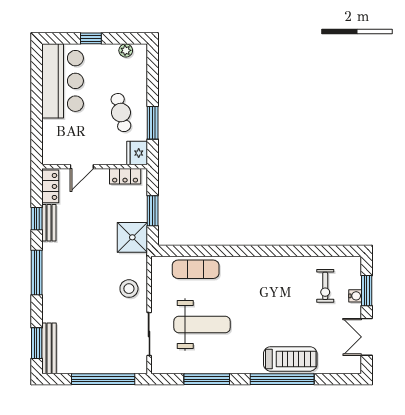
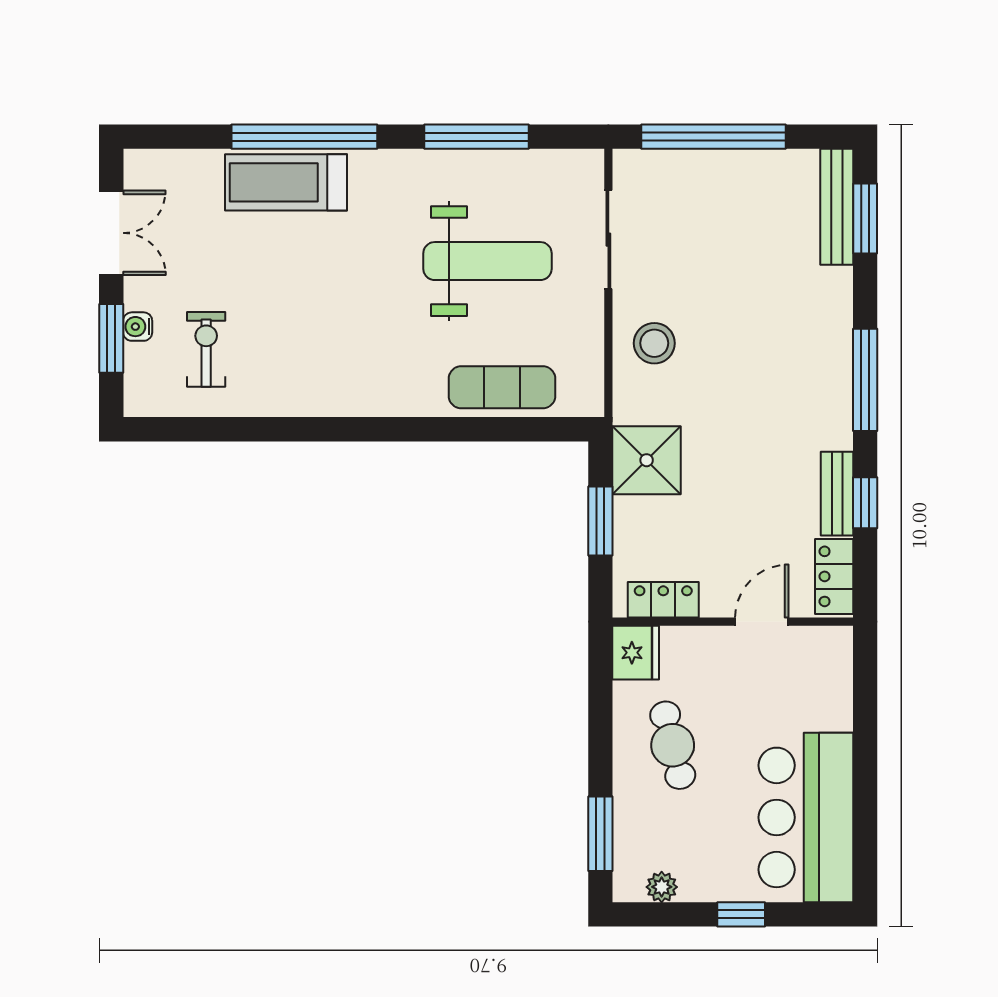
window: (153, 123) -> (600, 834), moved
weight bench: (202, 324) -> (487, 261), turned 180

